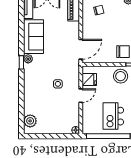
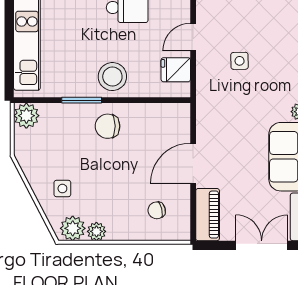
door: (81, 49) -> (193, 163), moved

